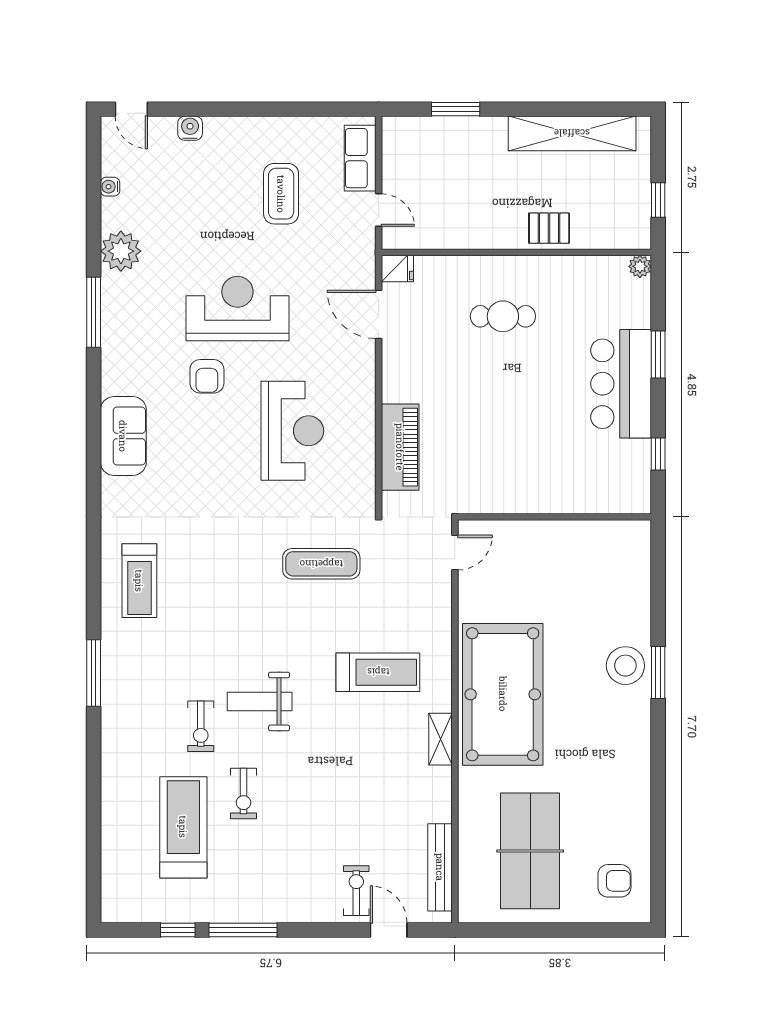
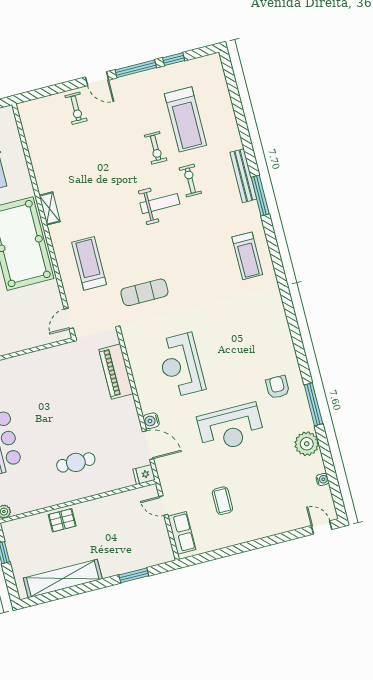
water cooler: (190, 128) -> (151, 421), moved, turned 90
coffee table: (281, 194) -> (222, 501), width x0.73, depth x0.77
armchair: (207, 376) -> (278, 387), moved
sofa: (123, 436) -> (278, 337), removed
treadmill: (139, 581) -> (247, 256), turned 180
treadmill: (378, 672) -> (89, 263), moved, turned 90
exercise bike: (244, 794) -> (156, 148), turned 180
bench: (440, 867) -> (243, 176), moved
door: (389, 930) -> (97, 79), moved

